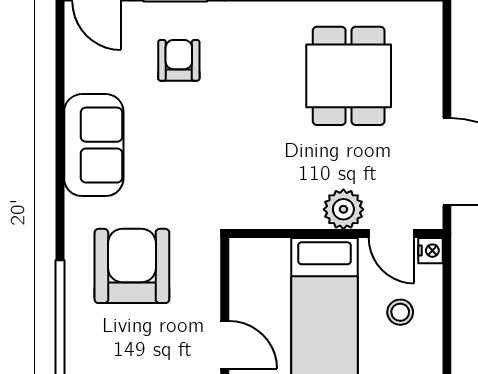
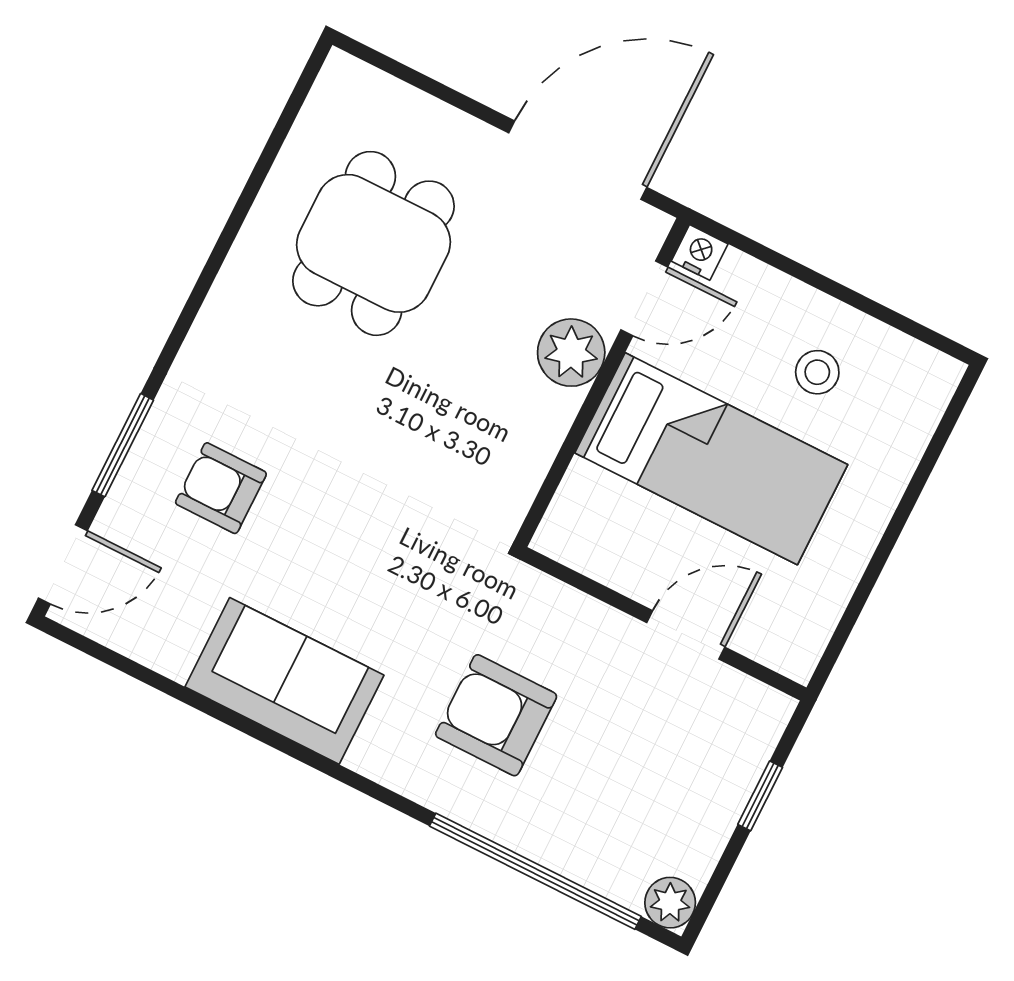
dining table: (349, 76) -> (373, 243), turned 90
armchair: (132, 266) -> (496, 715), width x0.73, depth x0.73
stool: (400, 312) -> (817, 372), moved

